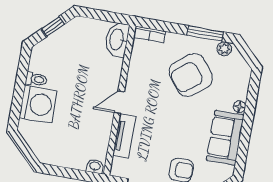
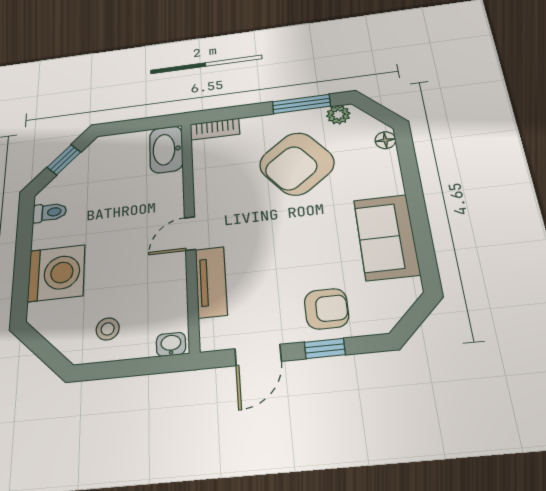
toilet: (36, 79) -> (50, 212), moved
floor lamp: (240, 107) -> (385, 140), moved
stool: (62, 147) -> (108, 329), added

